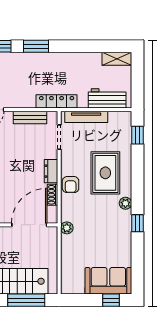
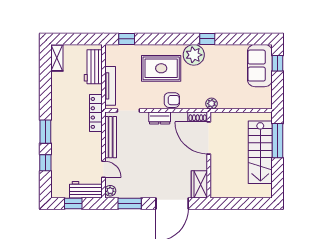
bench: (30, 118) -> (111, 137), width x1.36
shoe rack: (53, 195) -> (198, 117), moved
plant: (125, 203) -> (194, 55), width x1.88, depth x1.88

